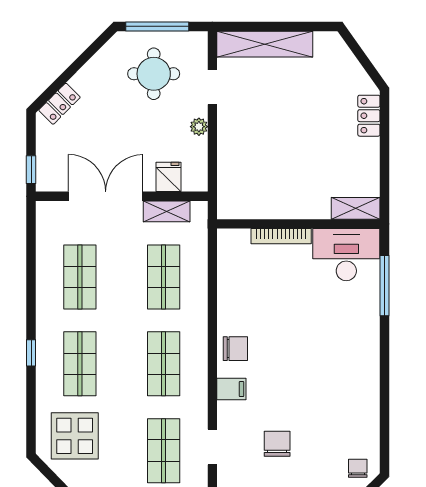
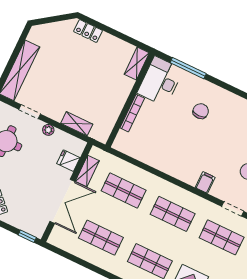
shelving: (228, 163) -> (77, 124), added
double door: (106, 196) -> (62, 201), swing flipped
chair: (235, 349) -> (201, 111), moved

